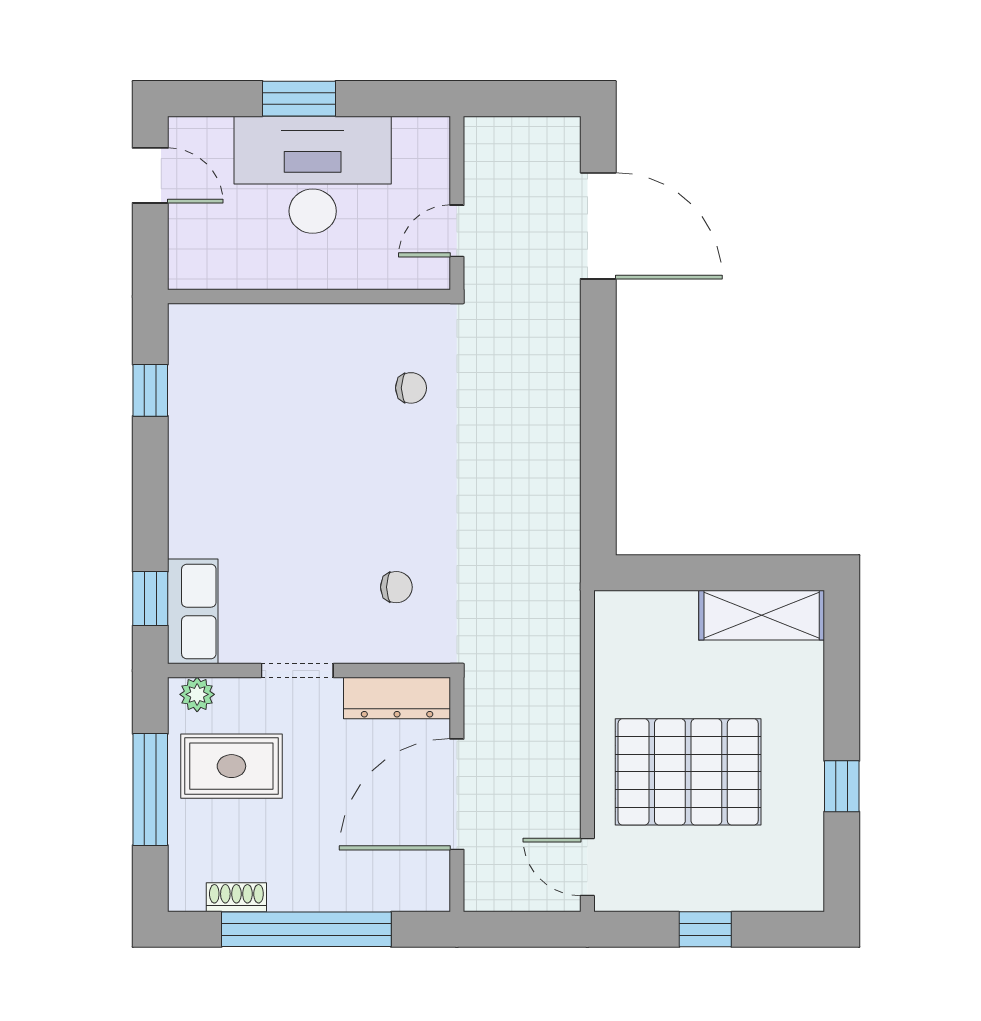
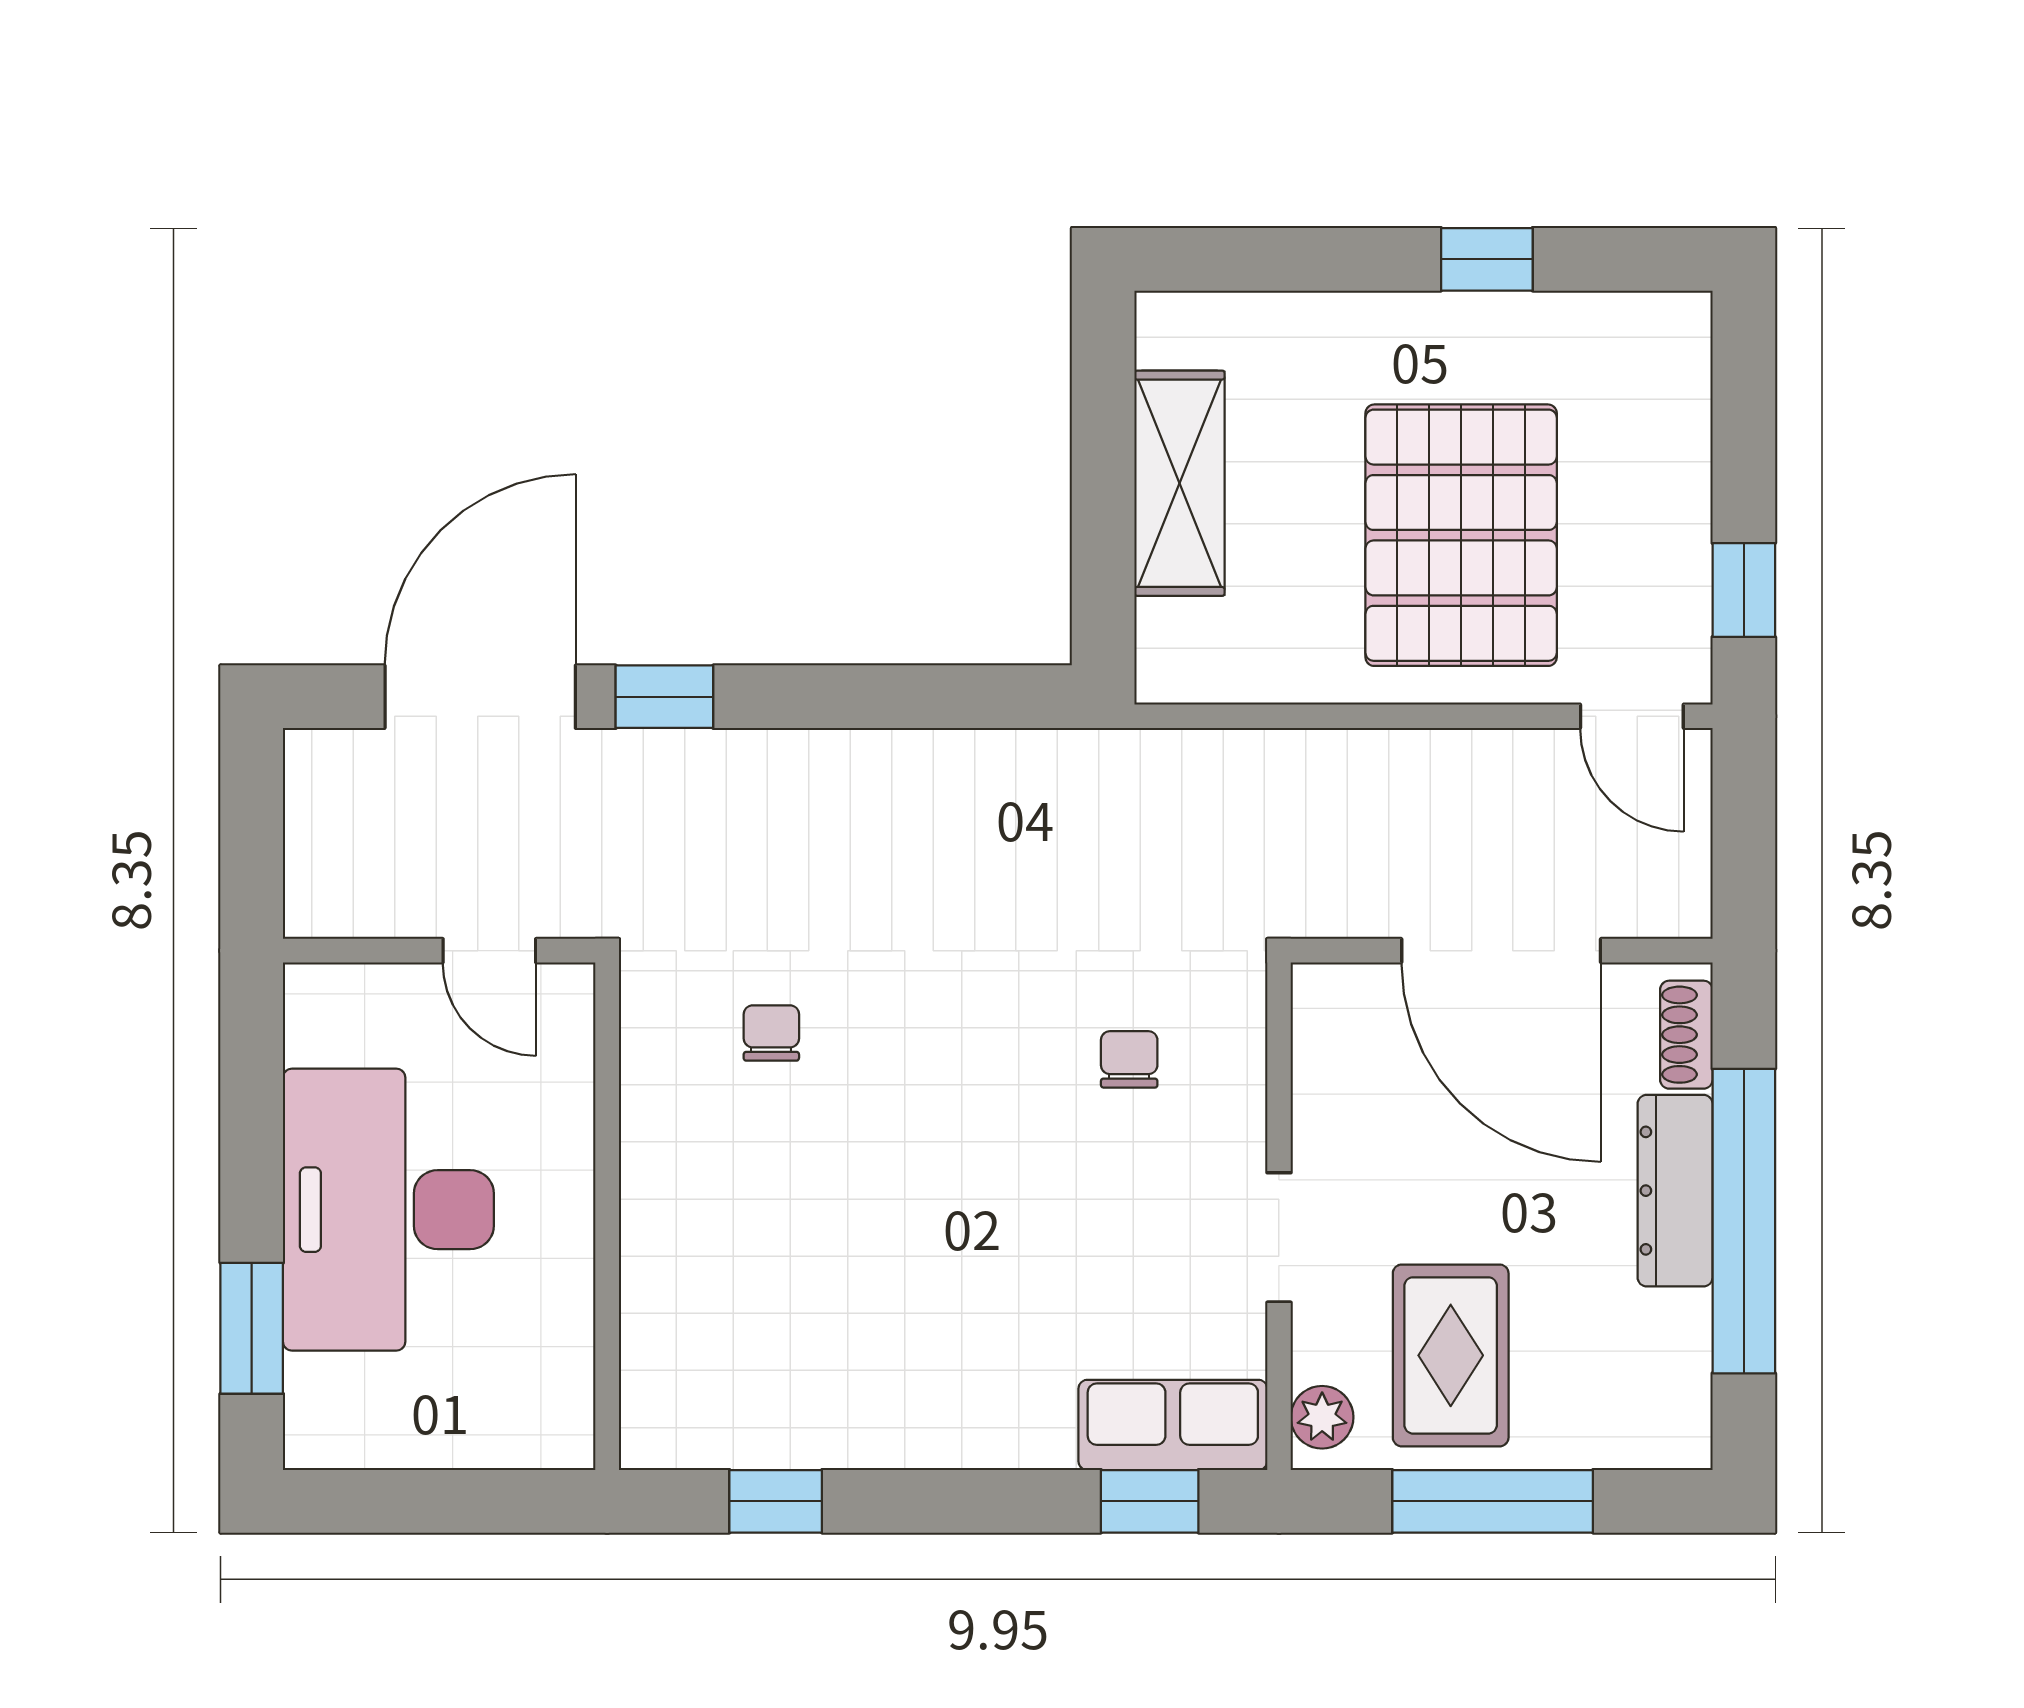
window: (299, 99) -> (252, 1328), moved
door: (150, 175) -> (390, 1501), removed
window: (598, 328) -> (664, 697), added
shelving: (762, 615) -> (1180, 483), moved
dresser: (397, 698) -> (1675, 1191), moved, turned 180
door: (587, 867) -> (1632, 716), hinge flipped
shoe rack: (236, 897) -> (1686, 1035), moved
window: (705, 929) -> (1744, 590), moved

